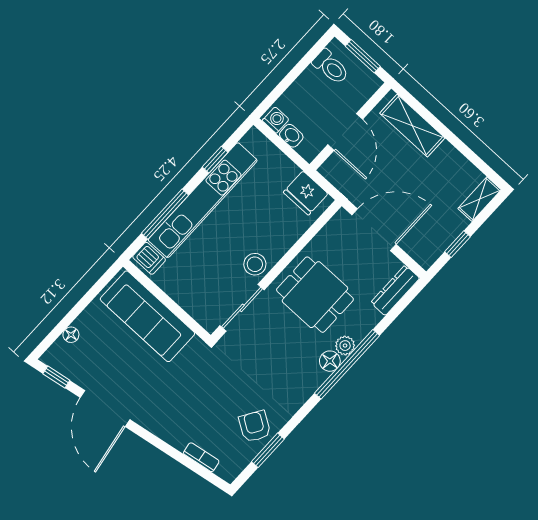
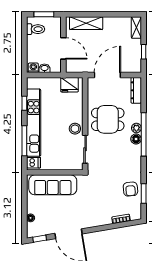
armchair: (255, 426) -> (130, 189), turned -127

